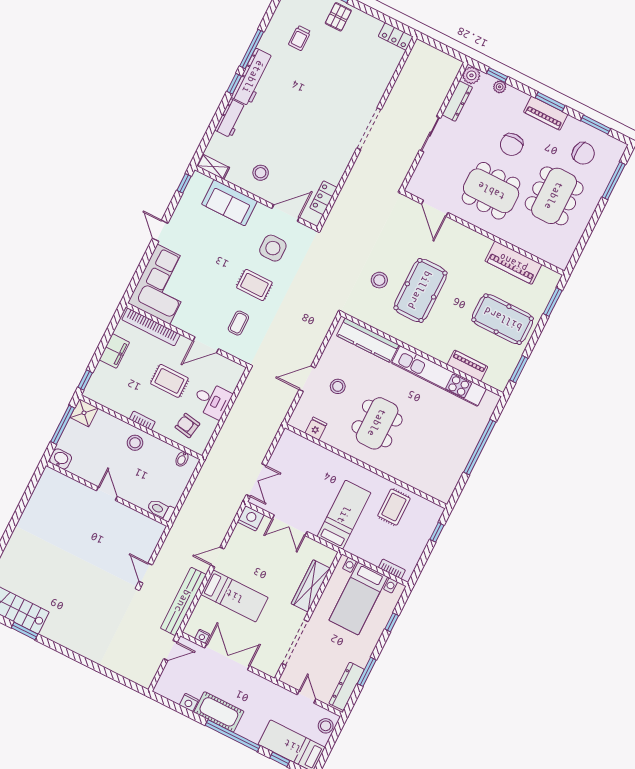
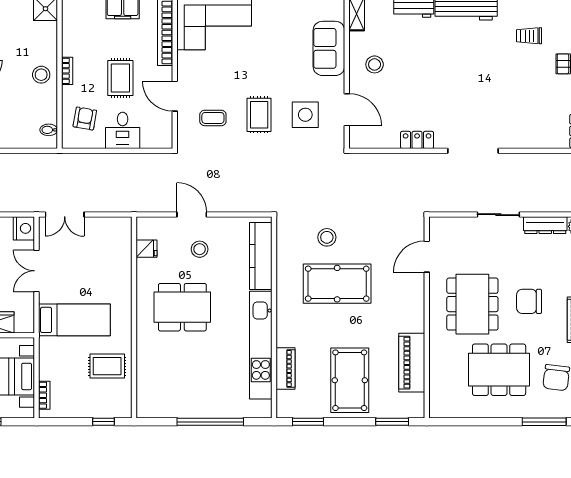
locker: (323, 198) -> (417, 140), moved

